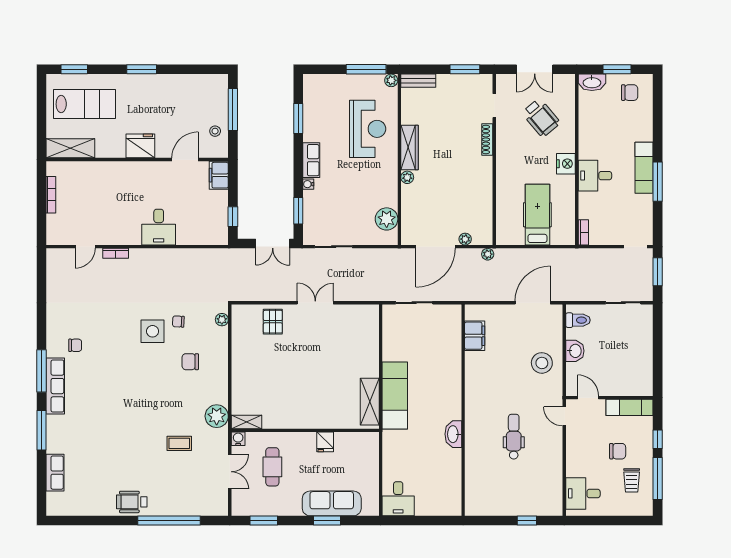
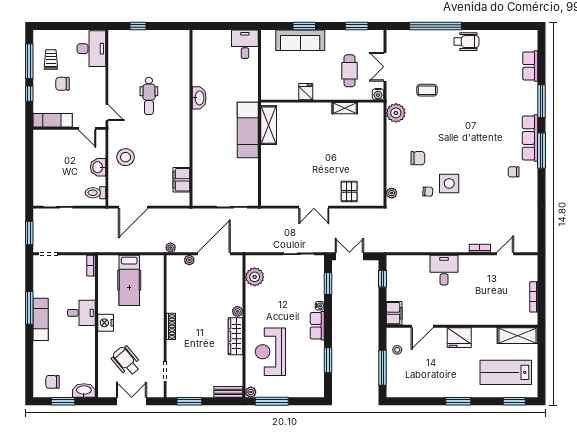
shoe rack: (487, 140) -> (171, 326), moved
shelving: (246, 422) -> (345, 108), moved
desk: (583, 493) -> (91, 49), width x1.37

